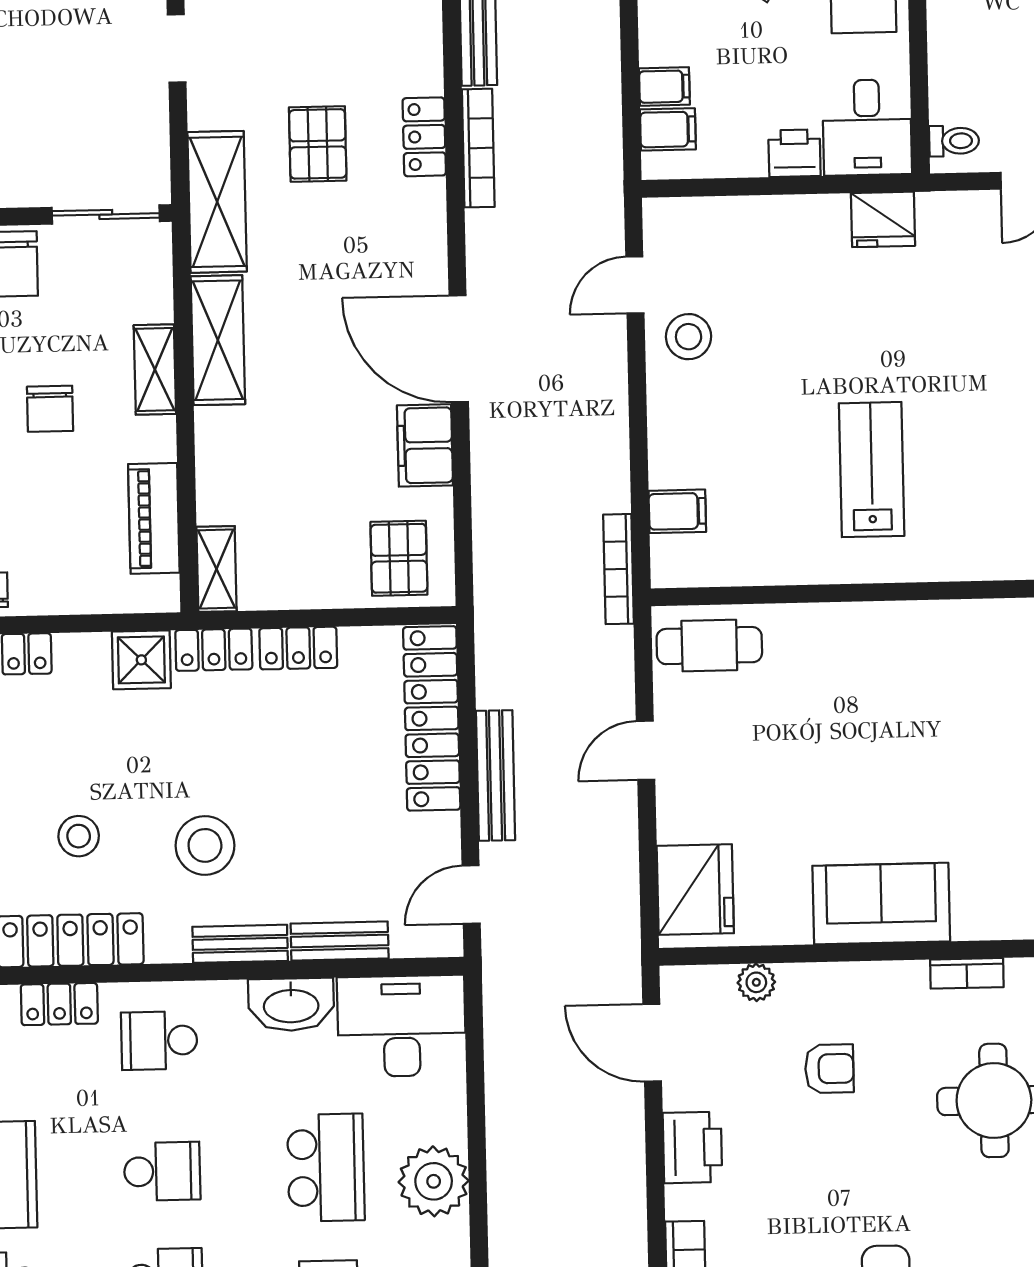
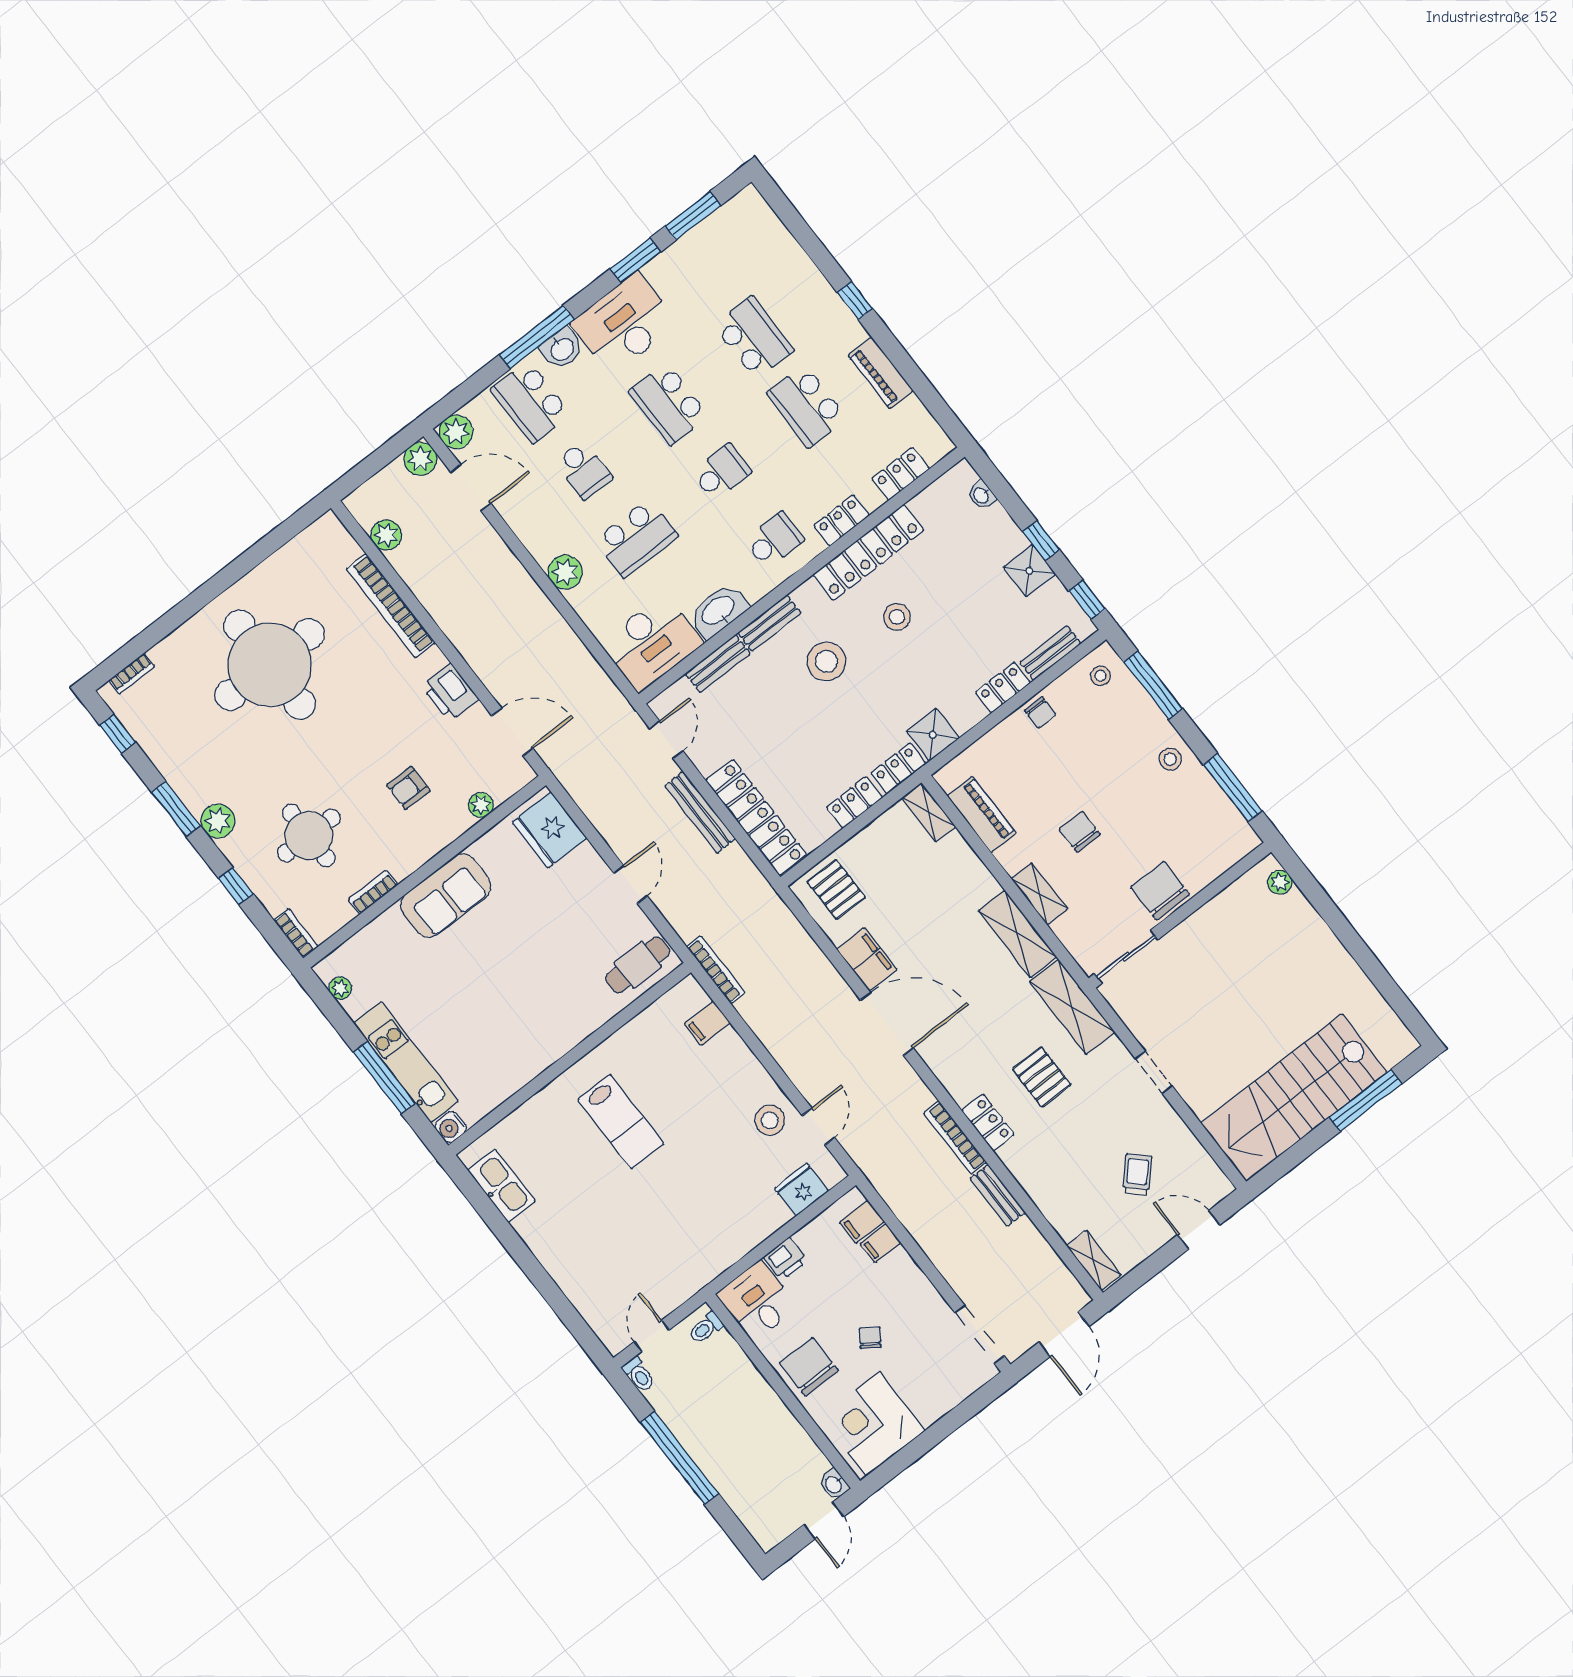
fridge: (883, 219) -> (801, 1190), moved
school desk: (326, 1168) -> (636, 538), turned -90
school desk: (162, 1171) -> (721, 472), turned 180
plant: (434, 1181) -> (565, 572), width x0.73, depth x0.73

